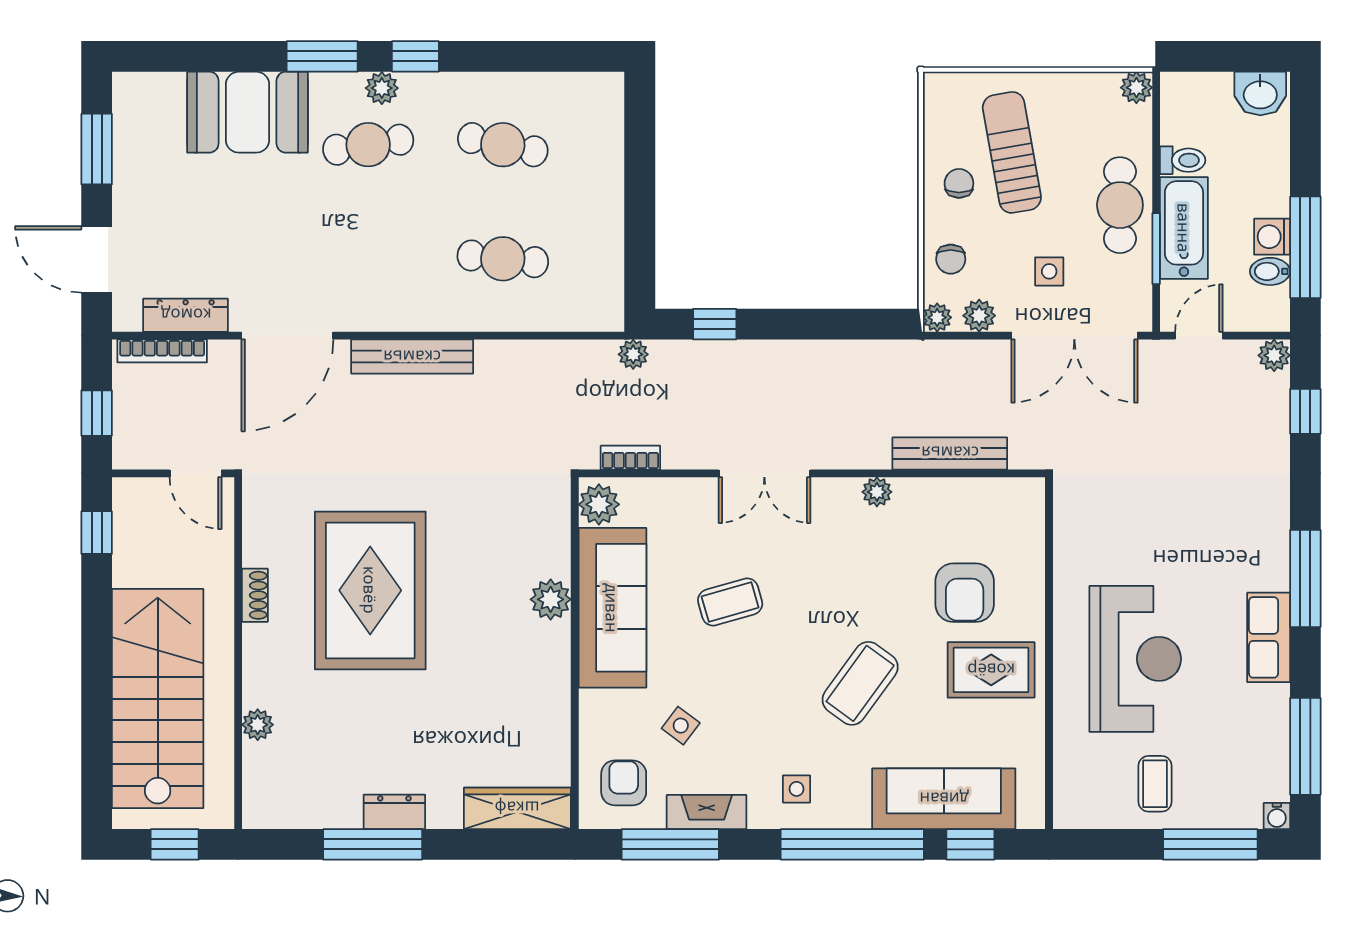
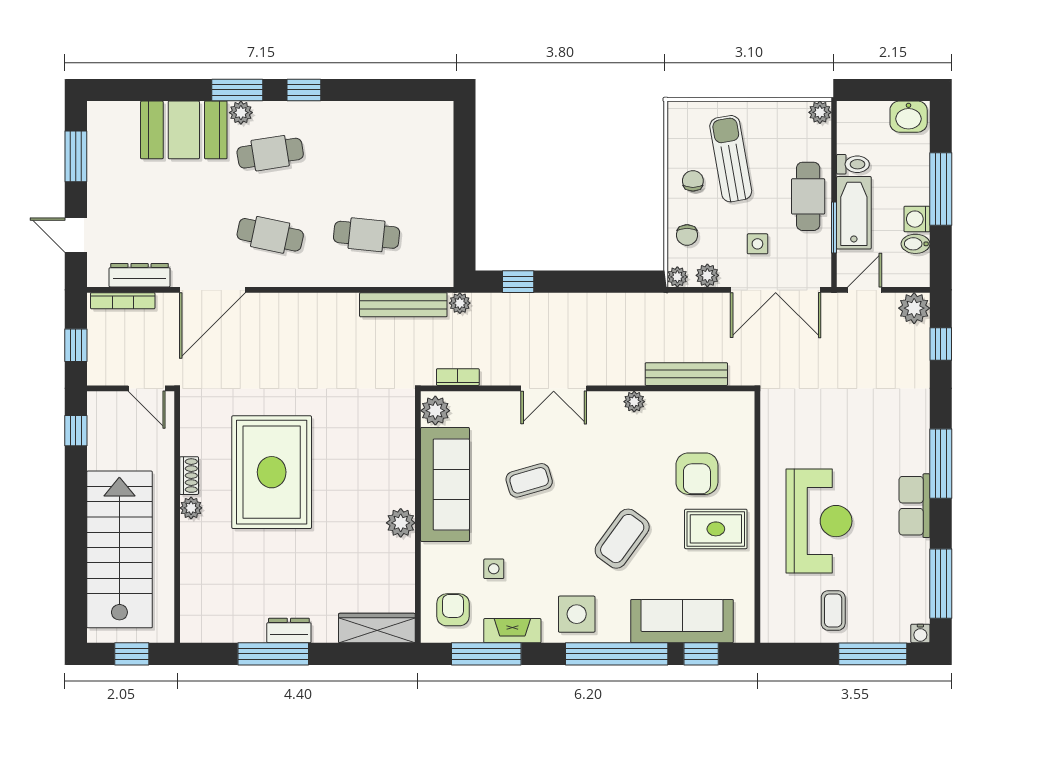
plant: (382, 88) -> (241, 113), moved
cafe table: (503, 145) -> (270, 235), moved
window: (1305, 247) -> (941, 189), moved
door: (97, 259) -> (76, 235), width x0.73
plant: (1274, 355) -> (914, 308), width x1.38, depth x1.38
bench: (412, 357) -> (403, 305), moved
plant: (551, 599) -> (401, 523), moved
plant: (258, 725) -> (191, 508), moved
side table: (681, 726) -> (494, 569), turned -37
side table: (797, 789) -> (577, 614), width x1.87, depth x1.87

